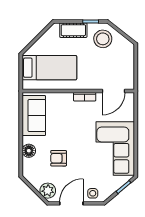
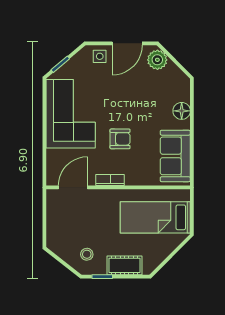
stool: (103, 39) -> (87, 254), width x0.53, depth x0.53
armchair: (59, 158) -> (120, 139), moved

